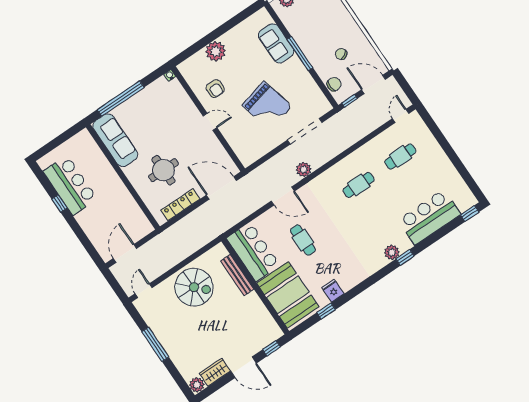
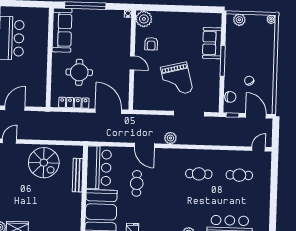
plant: (216, 51) -> (144, 19), moved

